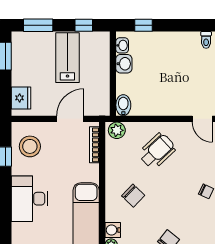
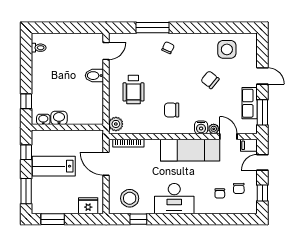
bidet: (123, 105) -> (94, 76), moved
wheelchair: (157, 151) -> (133, 90), turned -137
chair: (133, 196) -> (172, 110), turned -134

